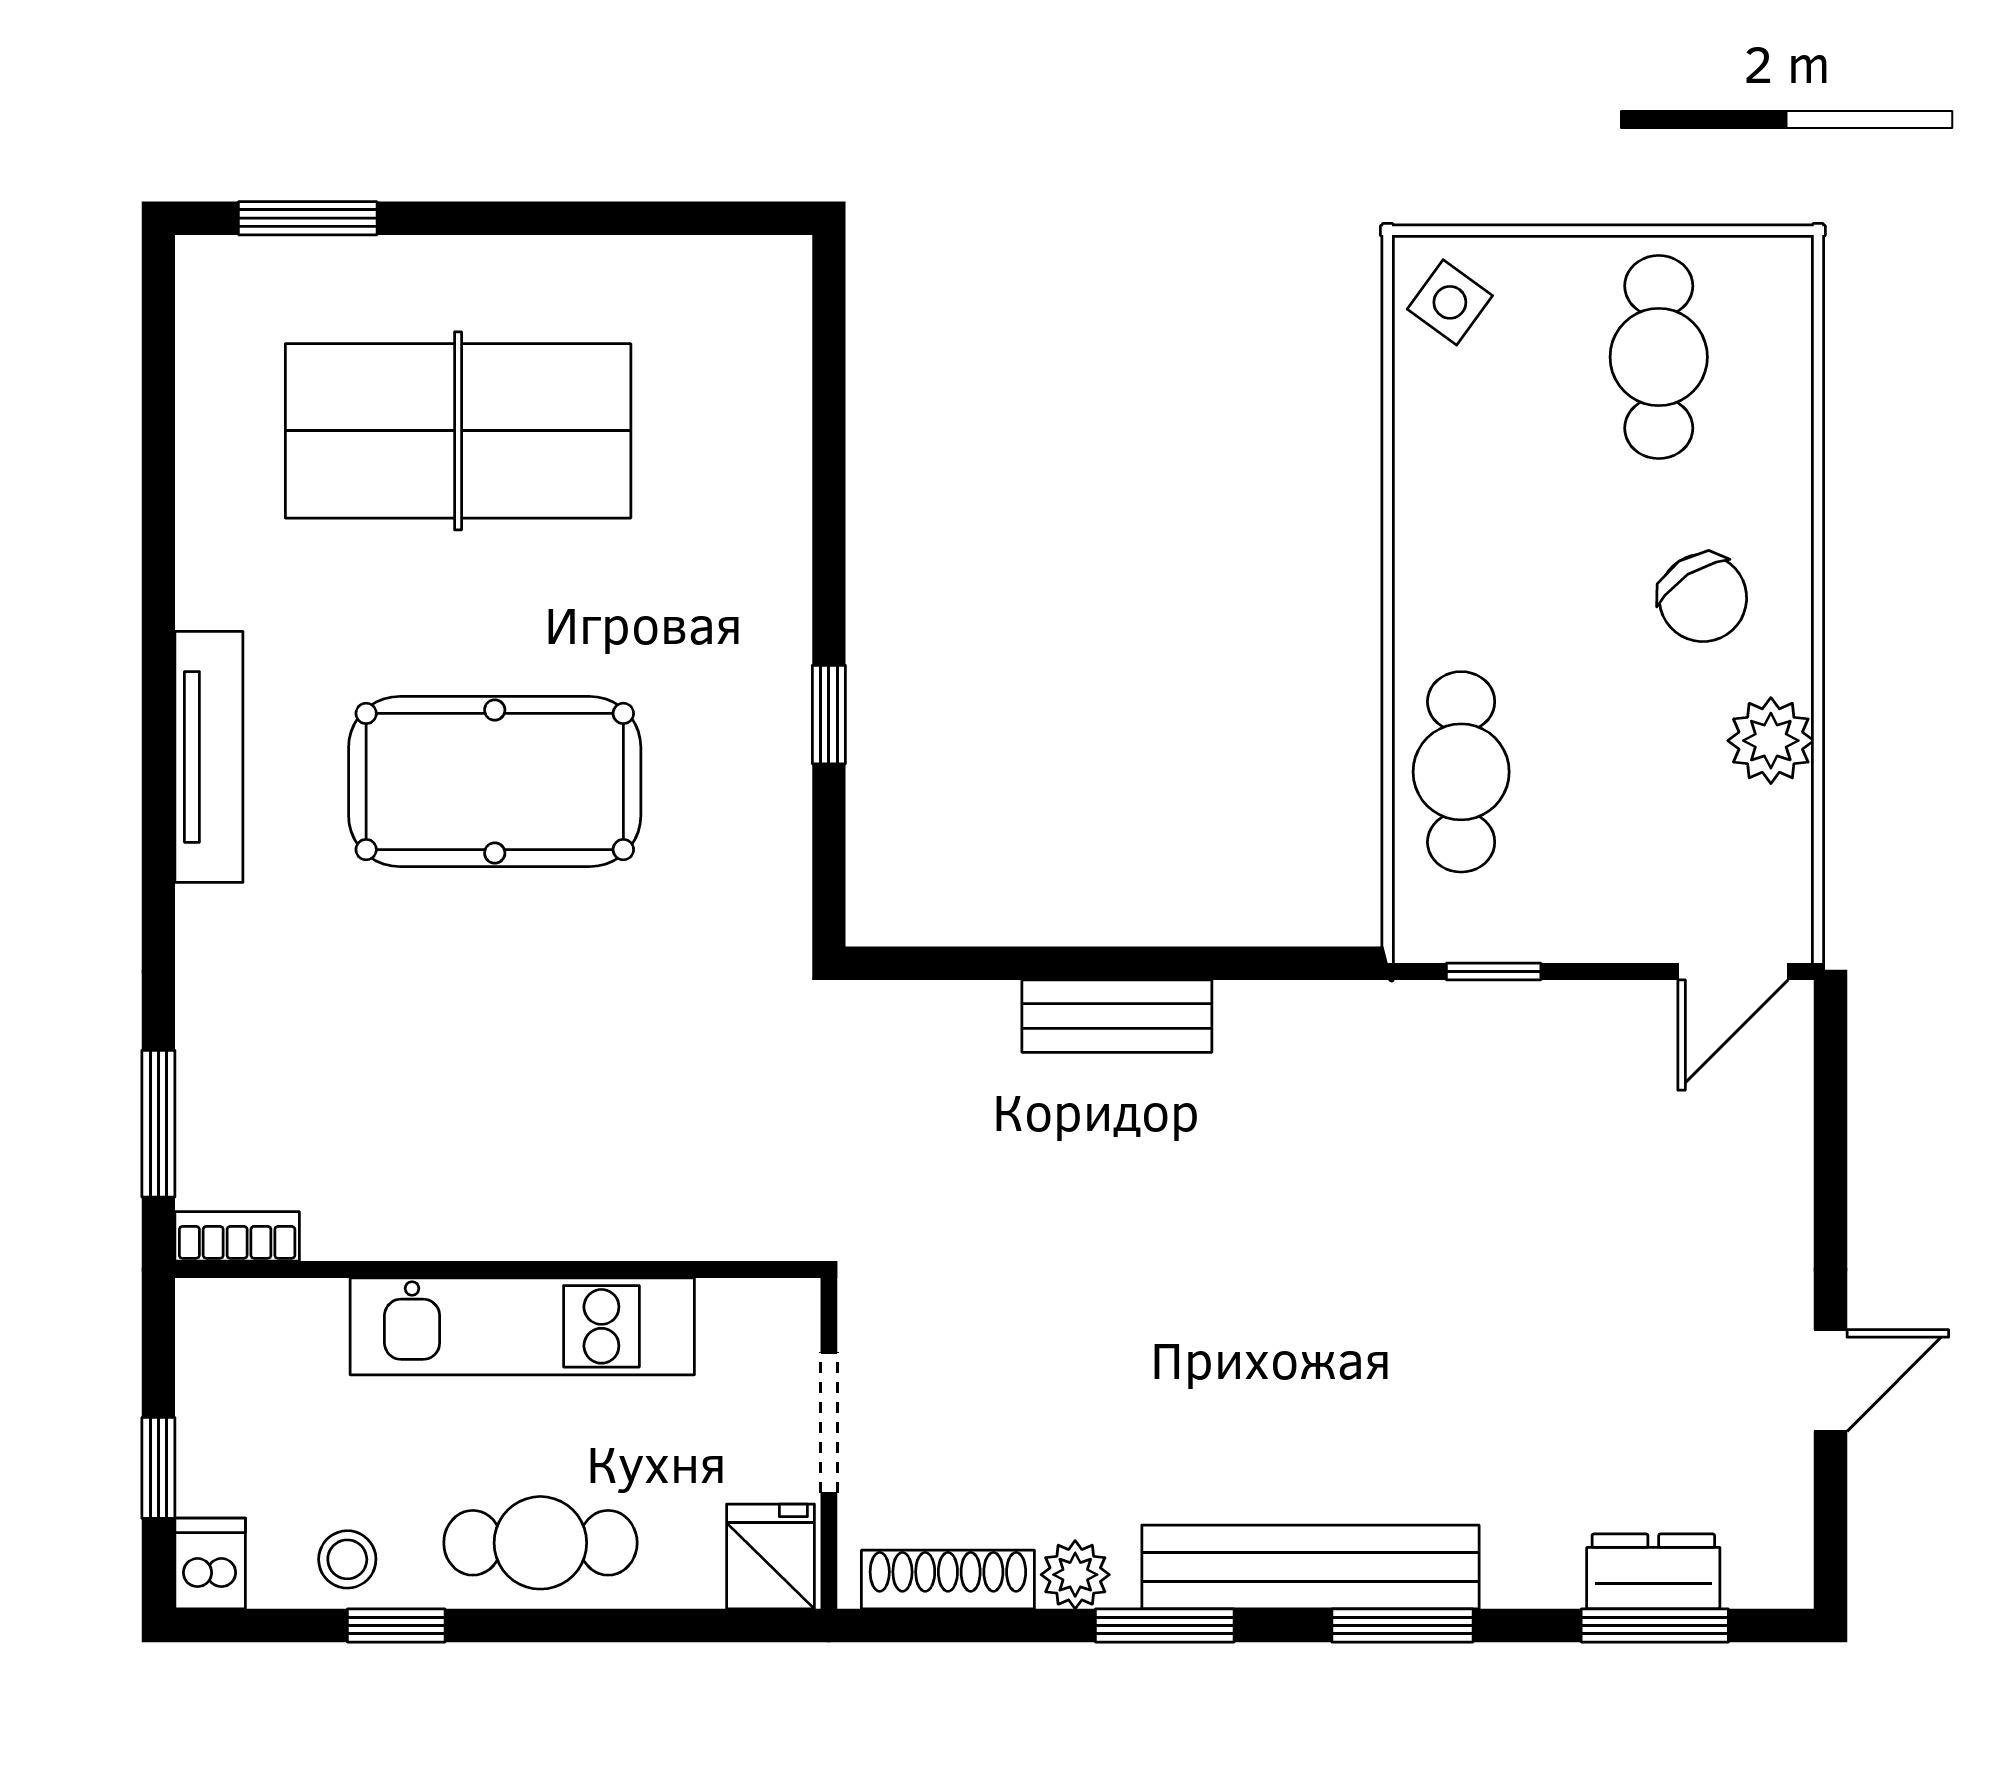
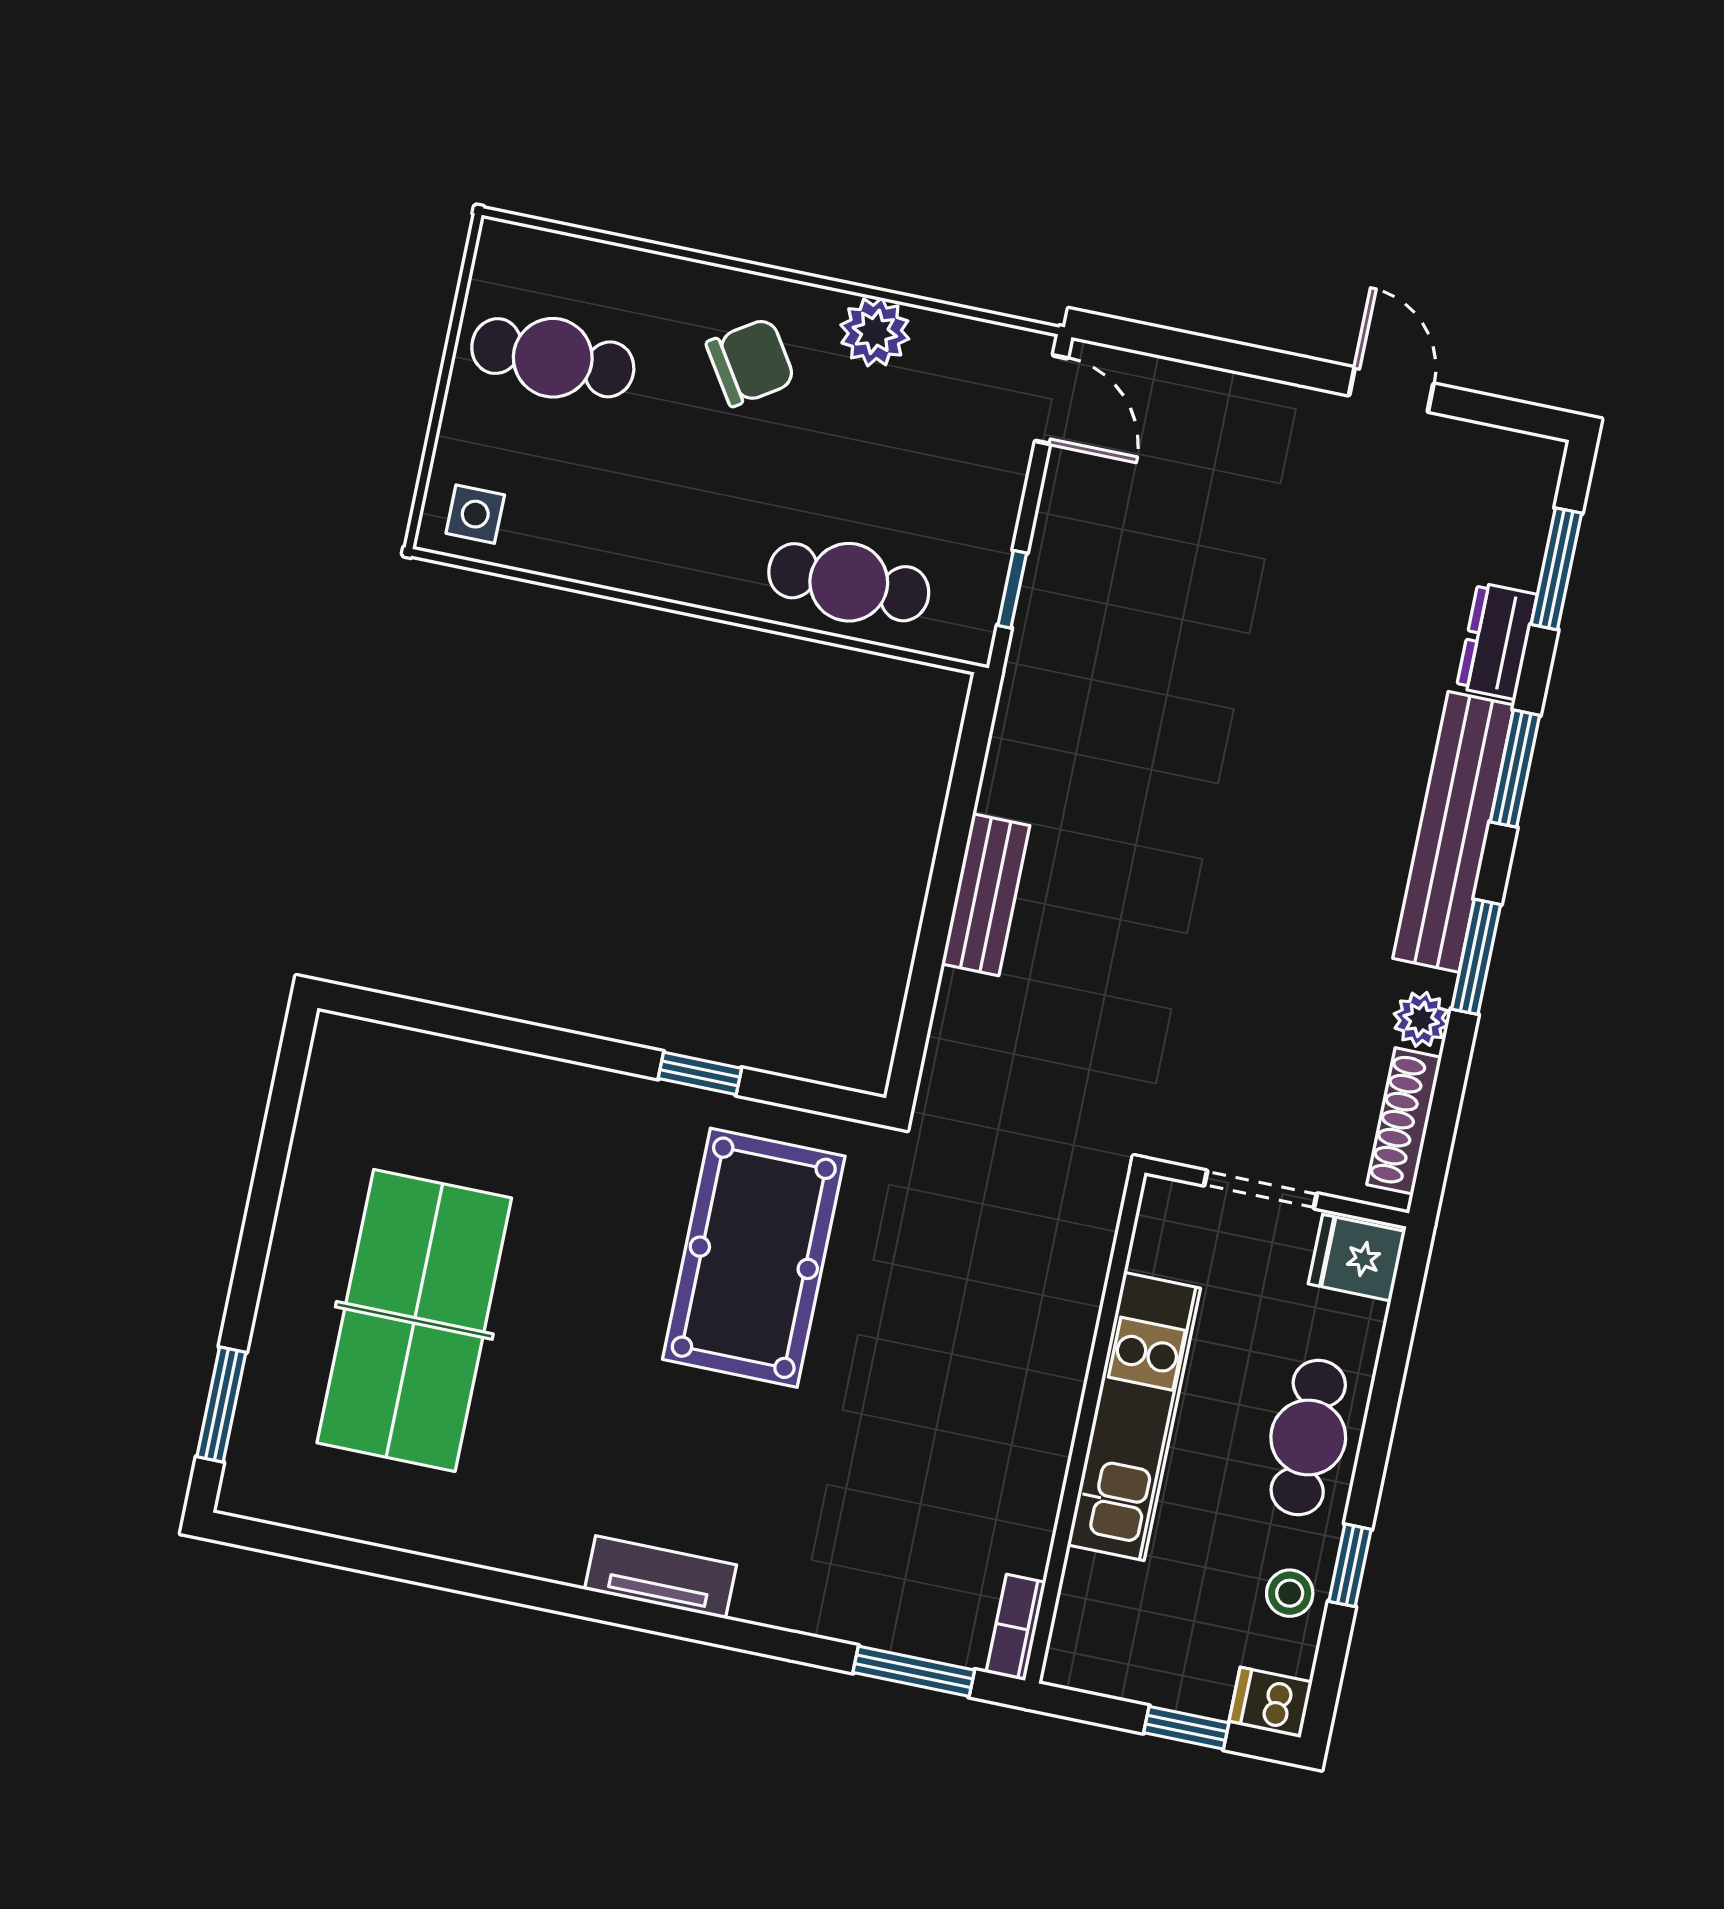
side table: (1450, 302) -> (475, 514), turned -36
tv unit: (209, 757) -> (661, 1577), width x0.71
pool table: (495, 781) -> (754, 1258), moved
dresser: (1653, 1571) -> (1497, 641), moved

